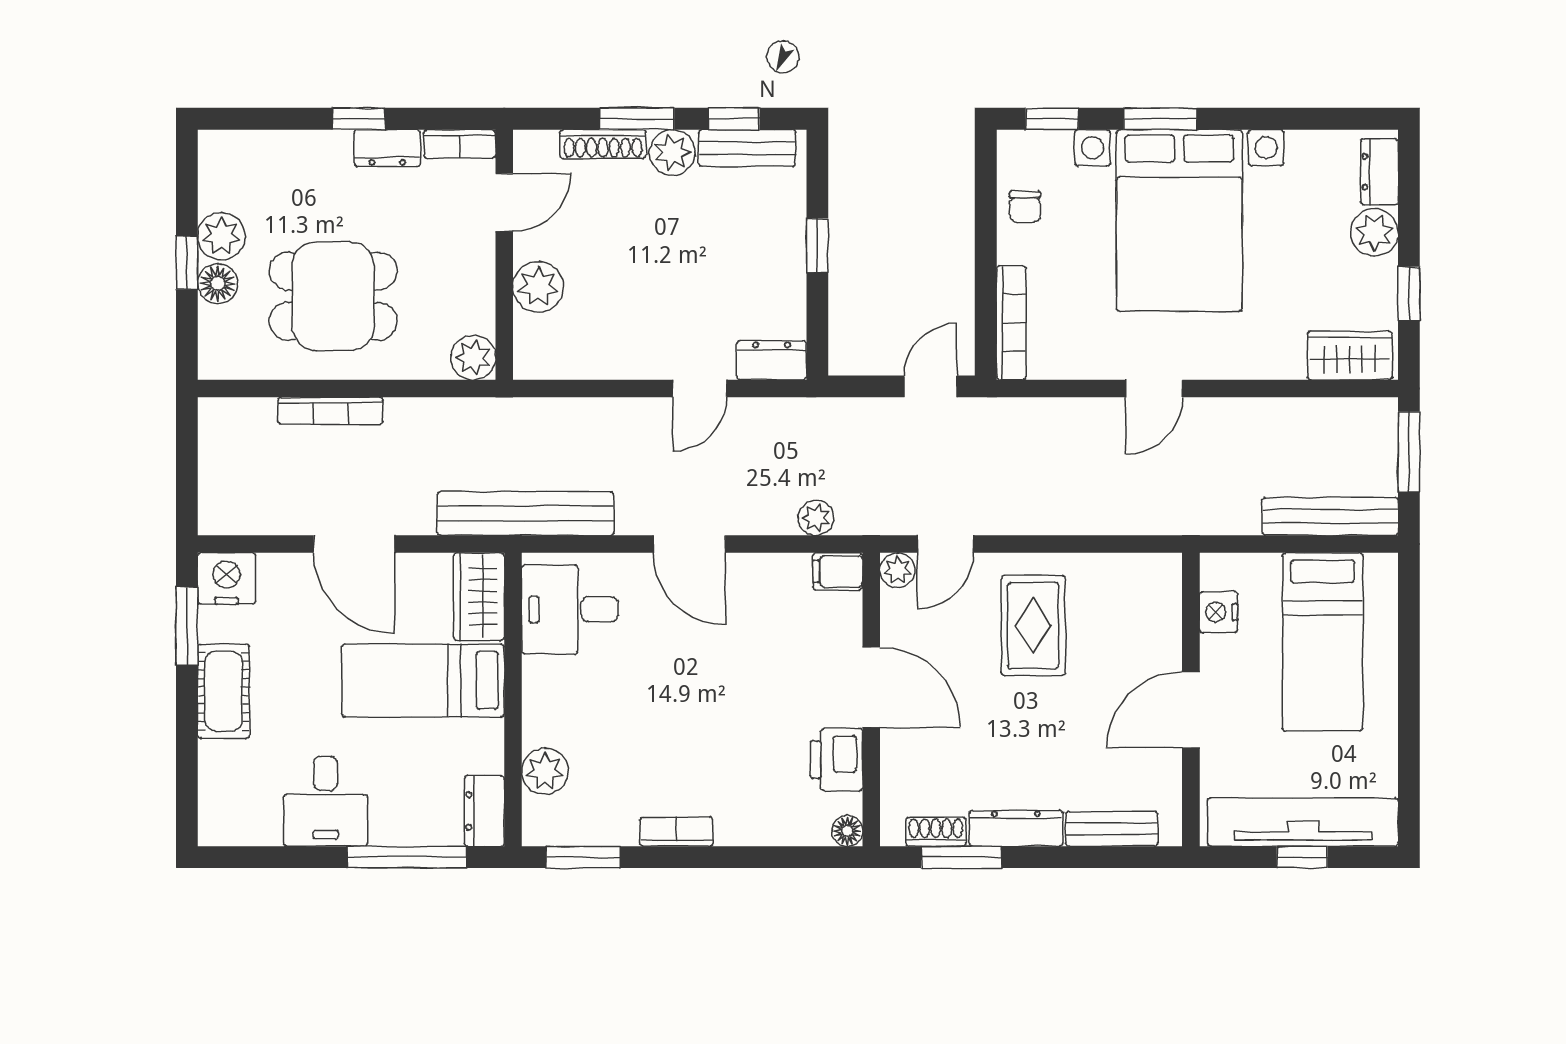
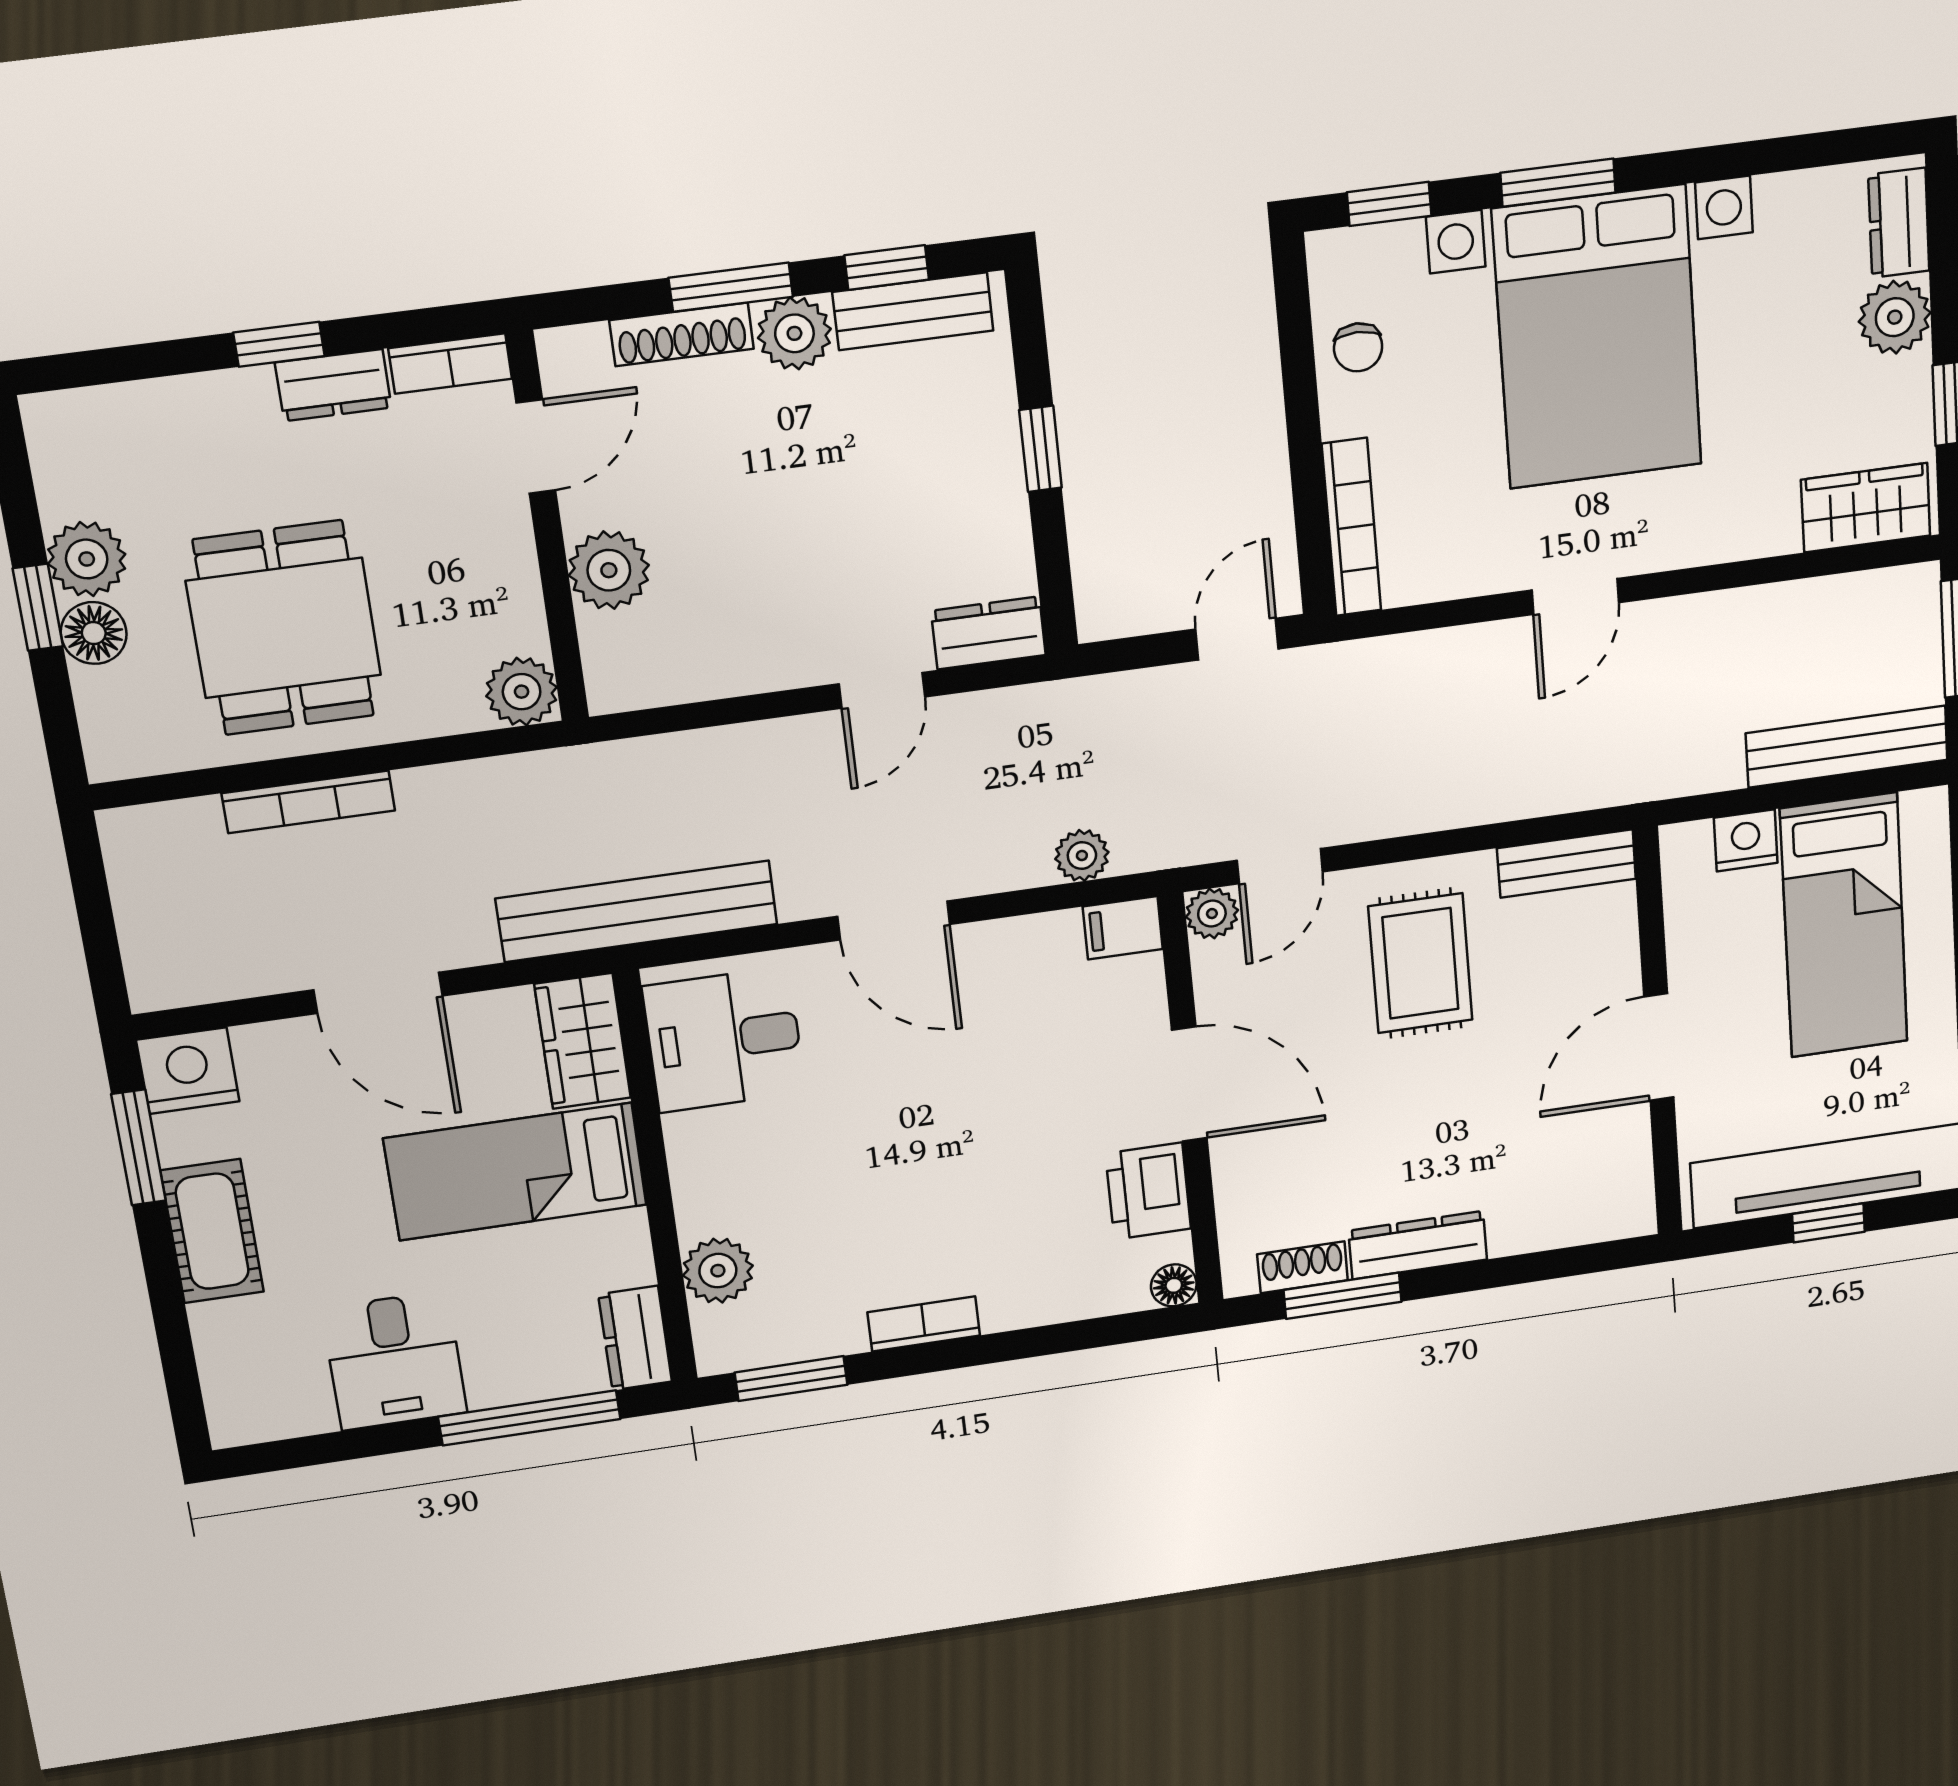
dining table: (333, 296) -> (284, 628), turned 90
nightstand: (1219, 612) -> (1746, 840), moved, turned 90
bench: (1112, 829) -> (1567, 864), moved

